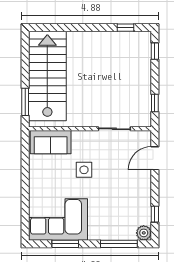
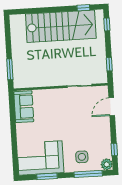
stairs: (47, 76) -> (61, 26), moved, turned 90
sofa: (51, 142) -> (24, 107), moved, turned -90
side table: (84, 170) -> (82, 157), moved

